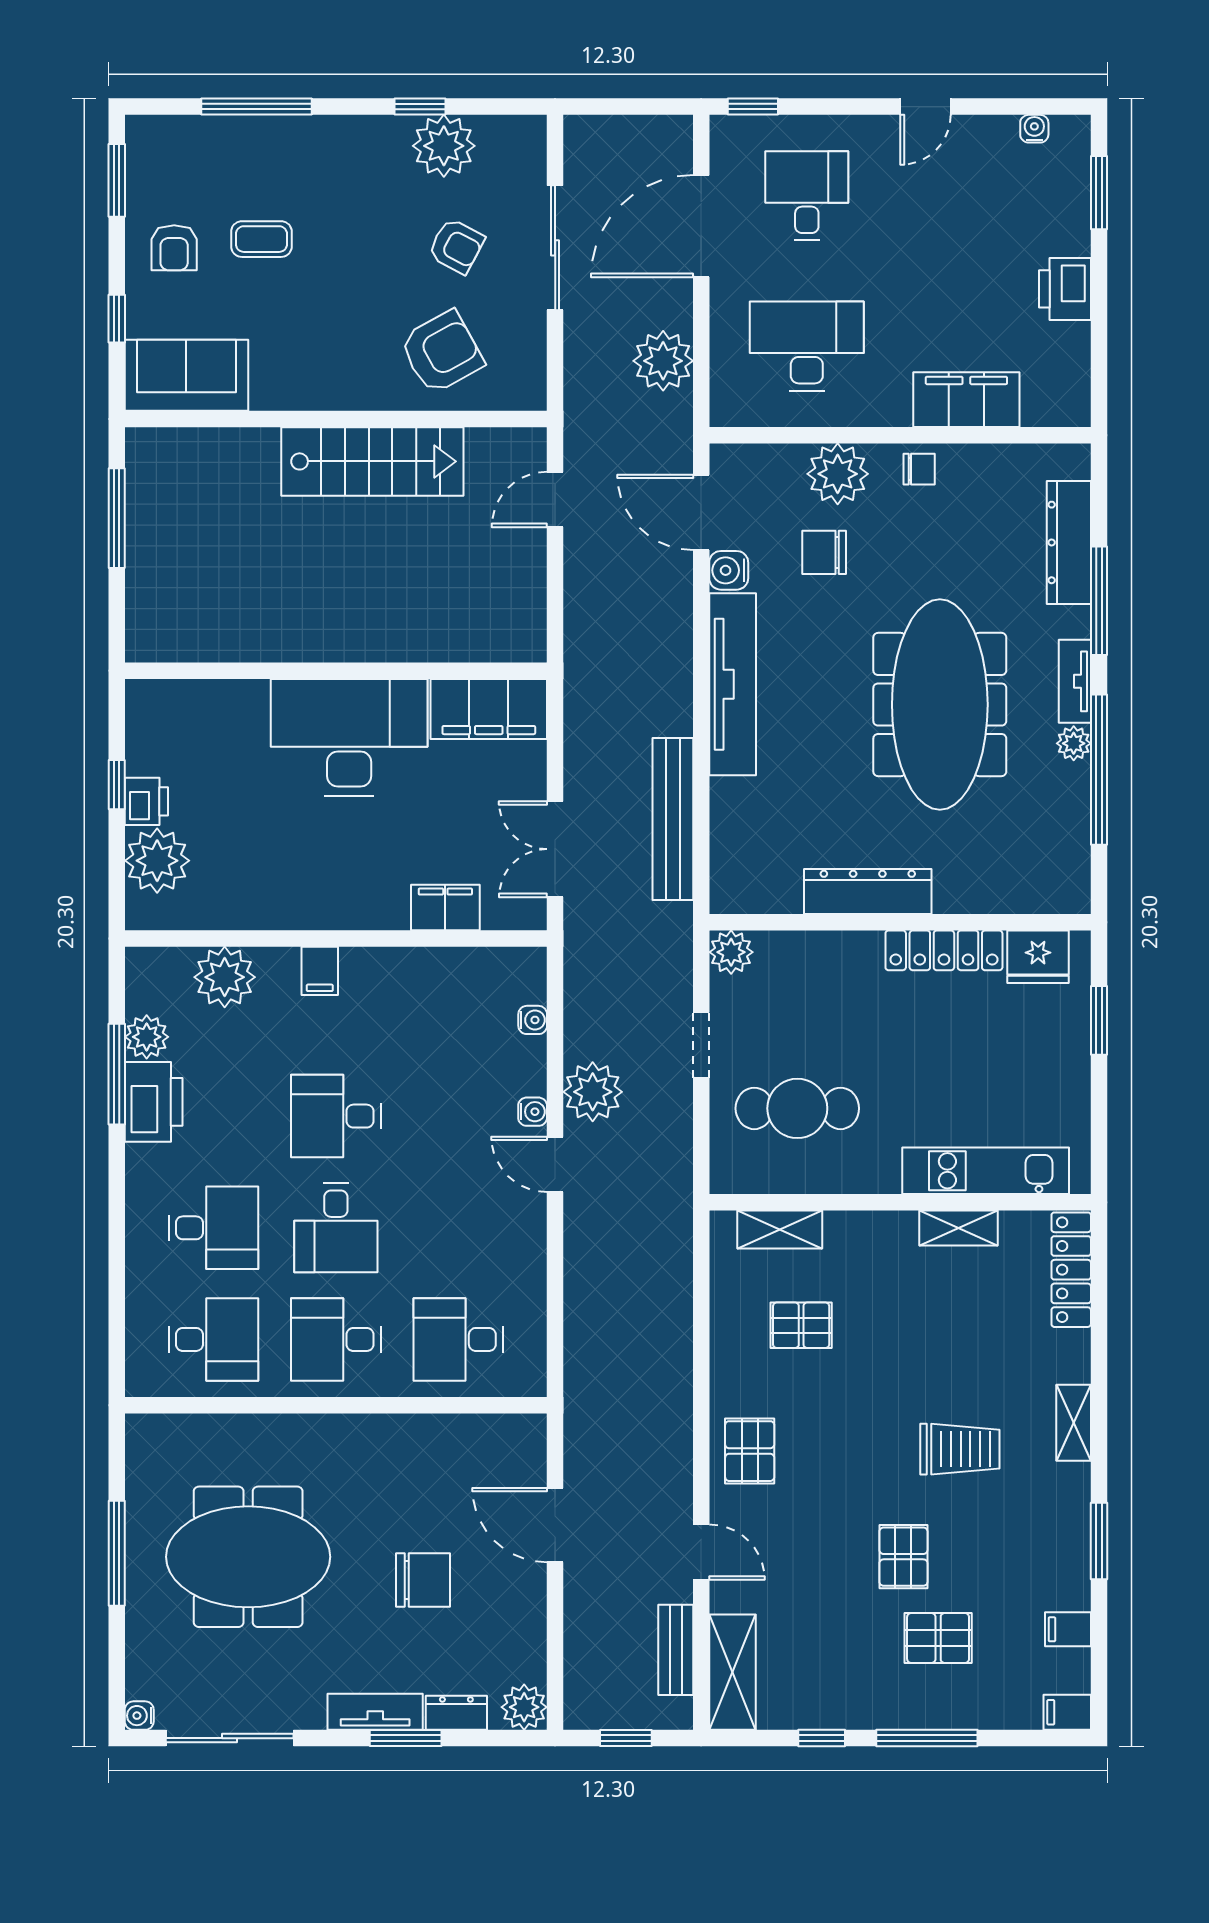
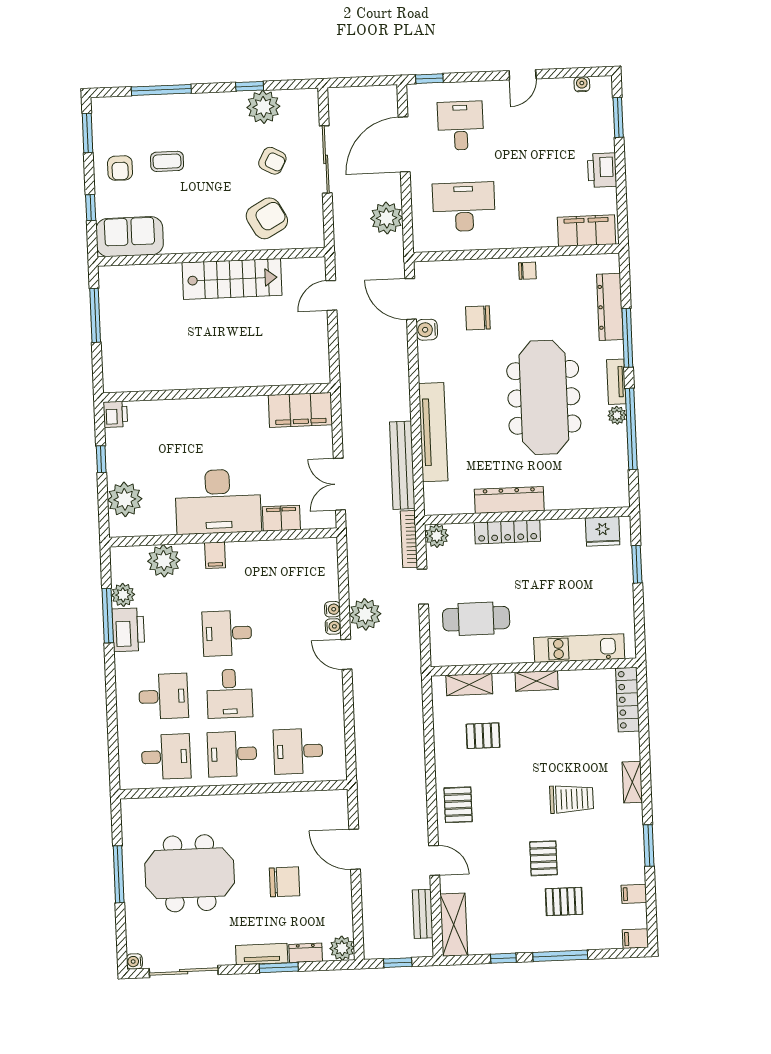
filing cabinet: (966, 400) -> (586, 231), moved
plant: (838, 474) -> (483, 275), removed
tv unit: (733, 684) -> (433, 432), moved
desk: (349, 737) -> (218, 502), moved, turned 180
printer: (146, 801) -> (115, 414), moved
locker: (944, 950) -> (507, 532), moved
bookcase: (680, 956) -> (409, 539), added
water cooler: (533, 1020) -> (332, 609), moved
shelving: (958, 1228) -> (537, 681), moved

